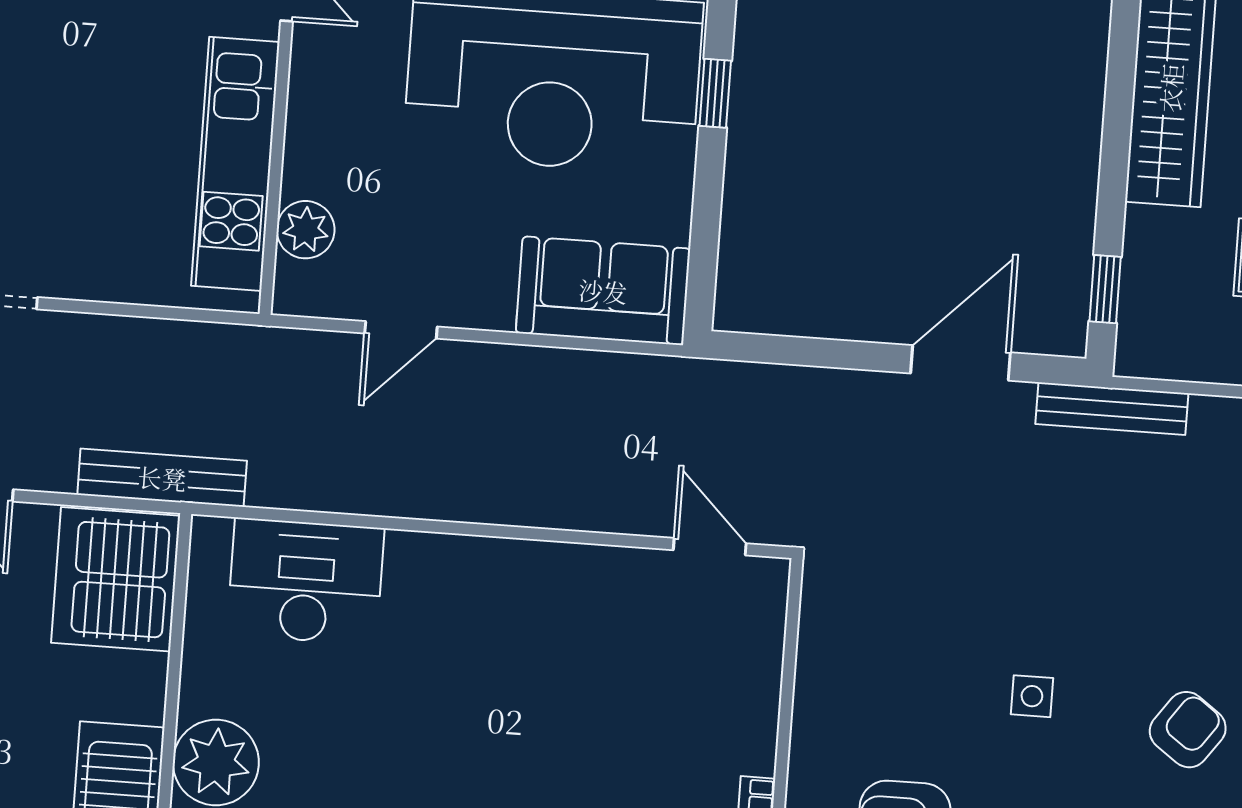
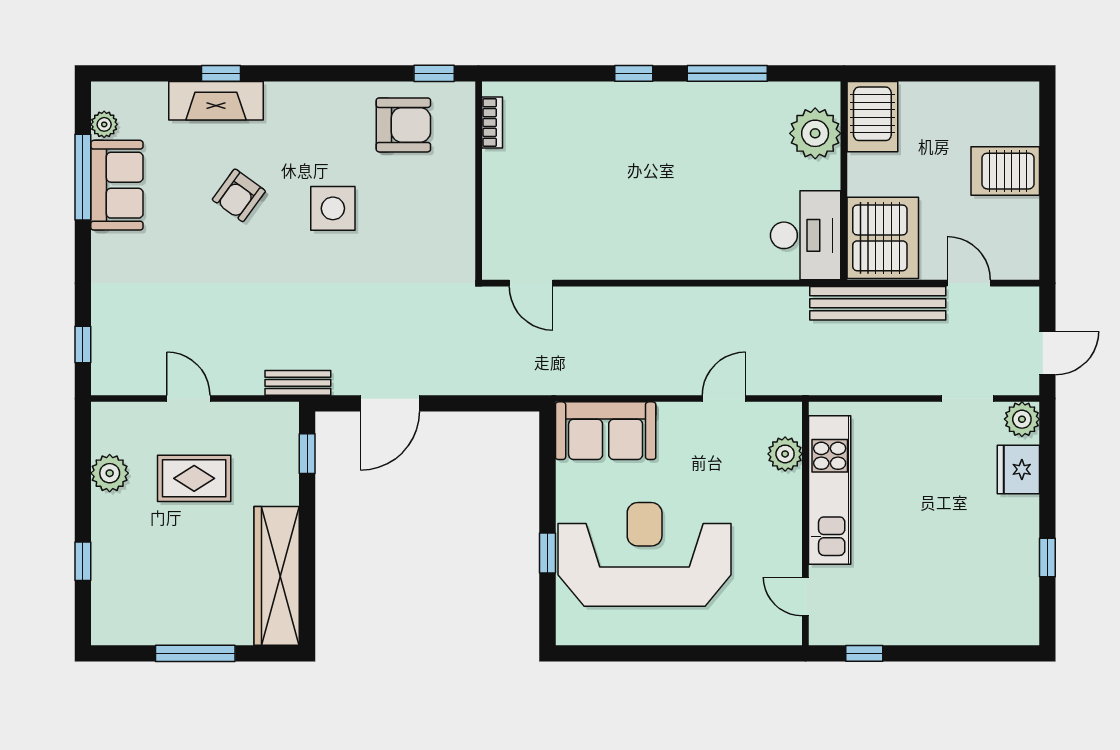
bench: (1112, 409) -> (298, 383), width x0.73
bench: (162, 478) -> (878, 303), width x1.37, depth x1.21
desk: (306, 581) -> (806, 235), moved, turned -90
side table: (1032, 696) -> (333, 208), width x1.87, depth x1.87

